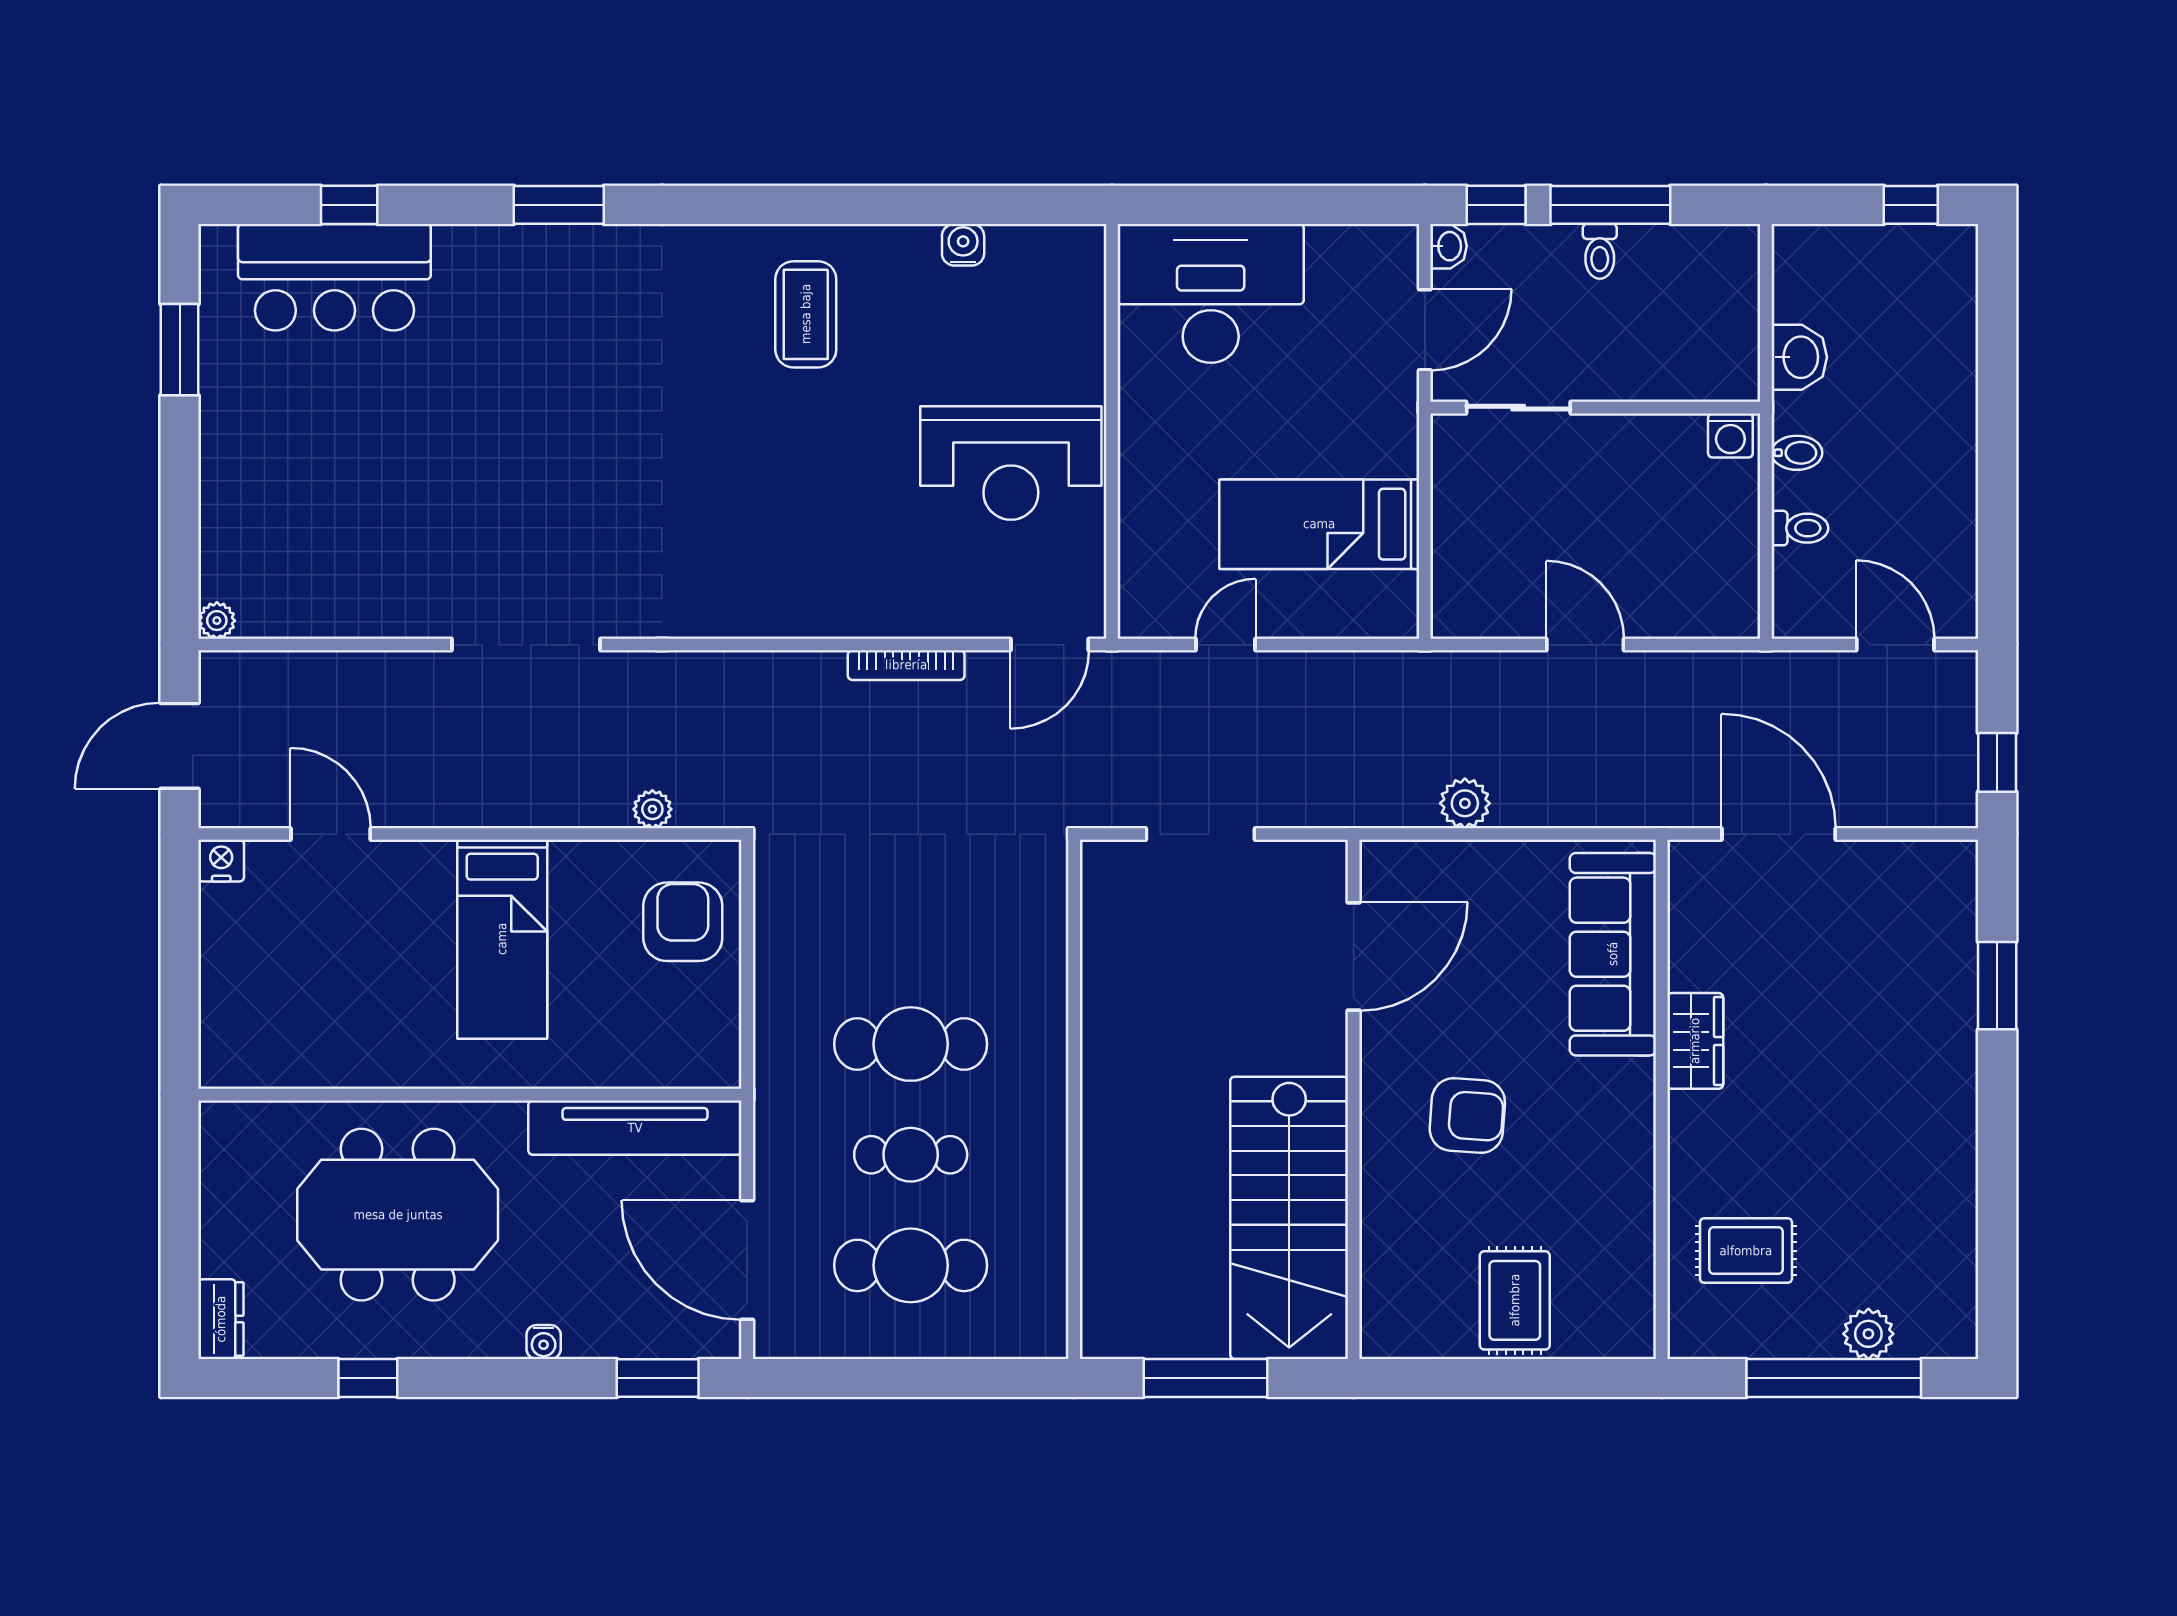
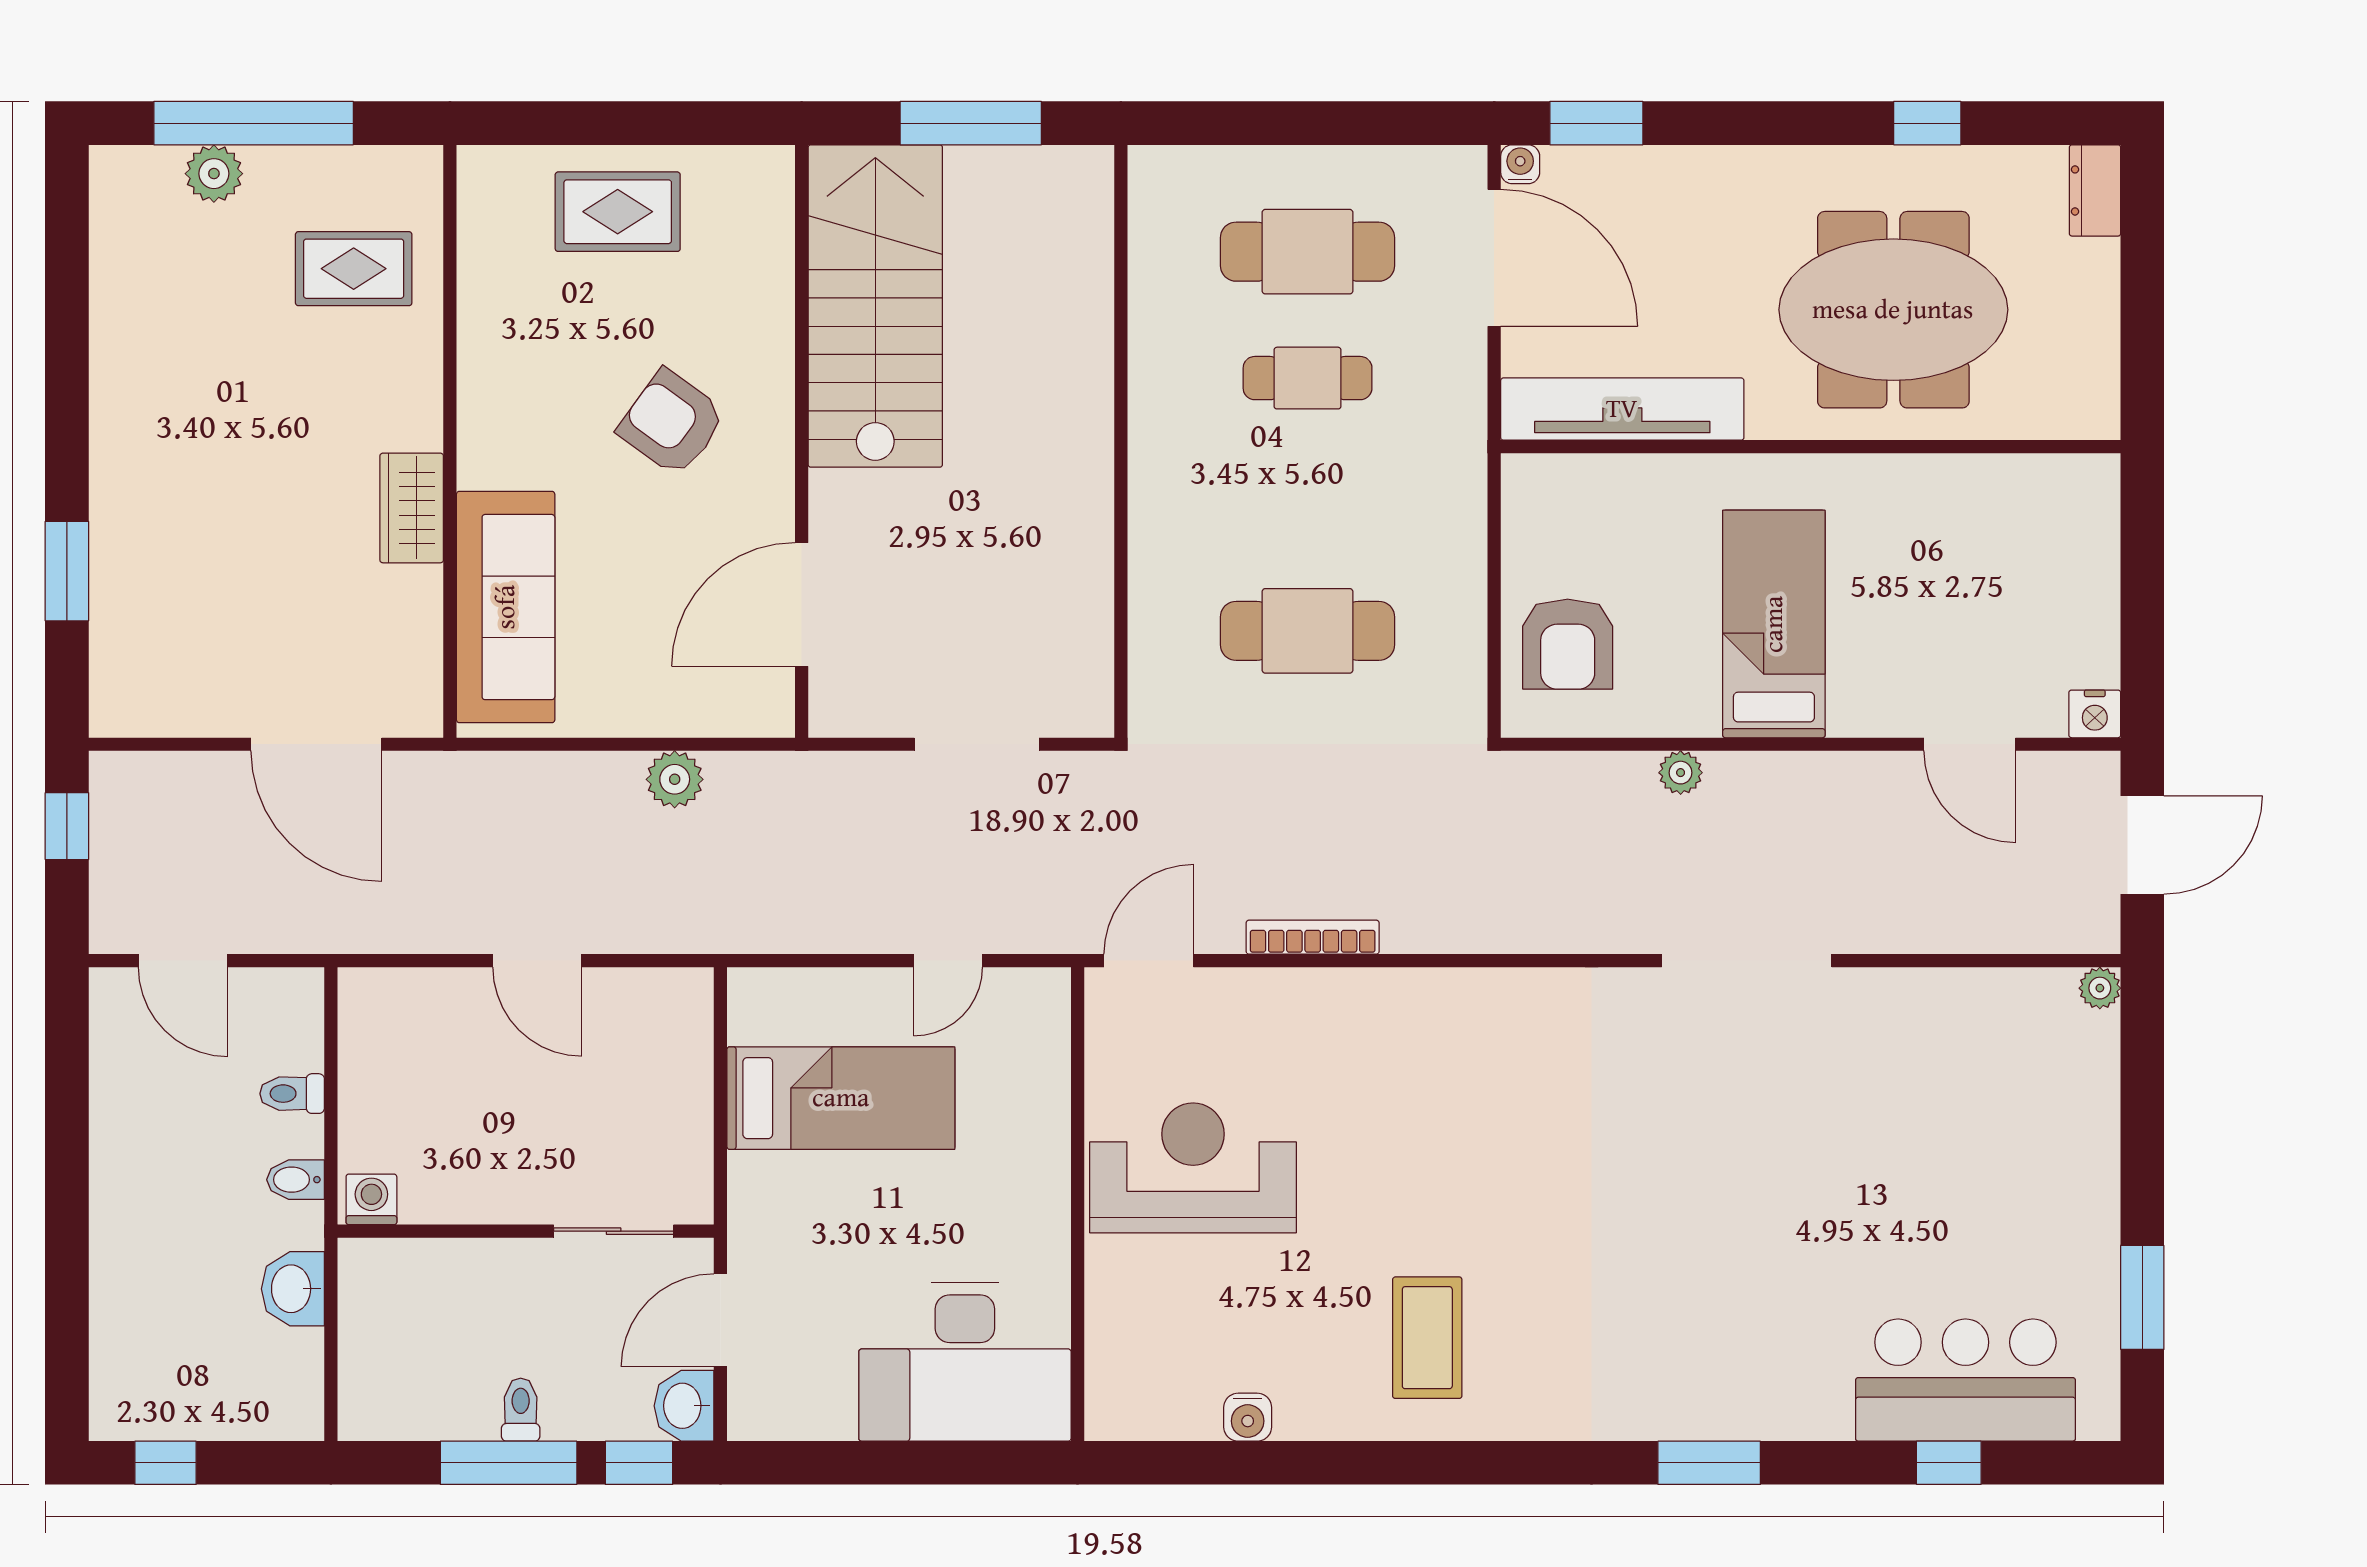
washbasin: (1449, 246) -> (684, 1406), width x1.38, depth x1.45
plant: (652, 809) -> (1681, 773), moved
cafe table: (911, 1044) -> (1308, 631), moved
armchair: (1467, 1116) -> (672, 423), turned 32
rug: (1515, 1300) -> (618, 212), turned 90
water cooler: (544, 1342) -> (1520, 164), moved

